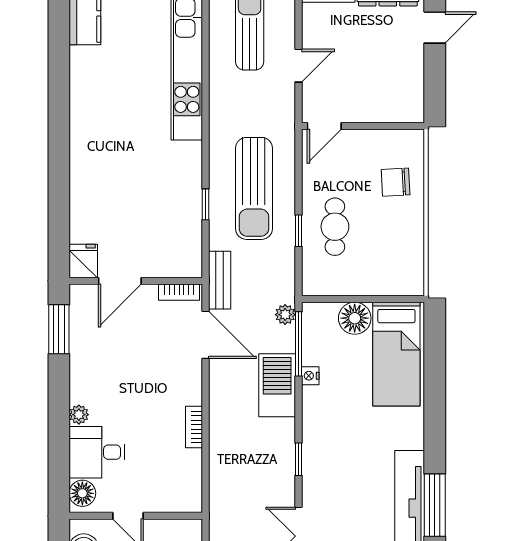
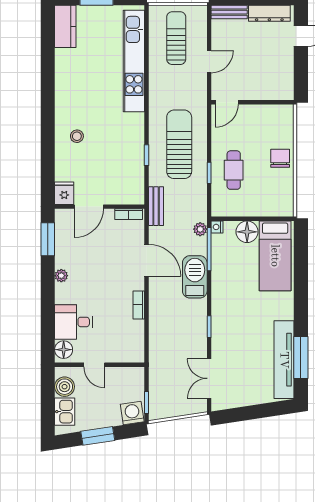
stool: (102, 176) -> (77, 136), added
chair: (396, 182) -> (280, 158), moved, turned 93
sun lounger: (254, 188) -> (179, 144), turned 180
door: (206, 335) -> (147, 260), moved
nightstand: (310, 376) -> (217, 227), moved
plant: (79, 415) -> (61, 276), moved

